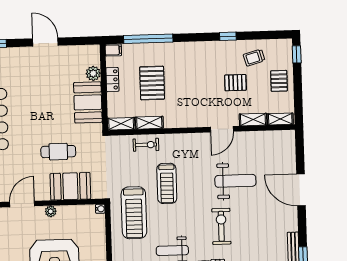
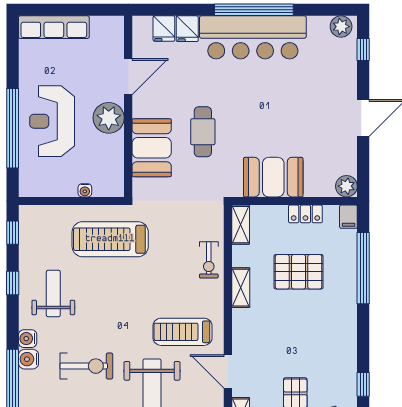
plant: (93, 73) -> (346, 186), moved
shelving: (149, 123) -> (241, 288), moved
treadmill: (167, 183) -> (182, 332), moved
door: (22, 204) -> (128, 77), hinge flipped
water cooler: (100, 209) -> (85, 190), moved
plant: (51, 211) -> (109, 118), width x1.88, depth x1.88

